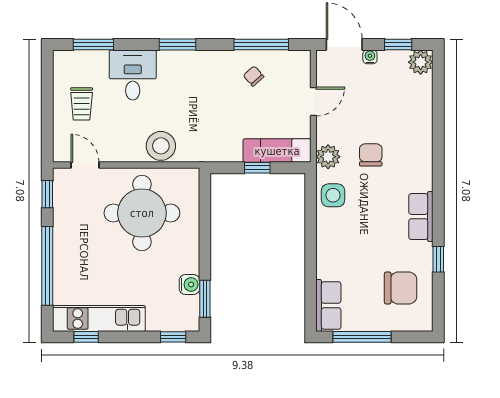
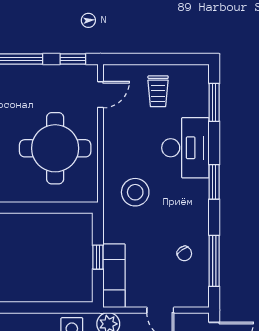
desk: (133, 75) -> (185, 148), width x1.37
chair: (253, 76) -> (184, 254), turned 97
trolley: (82, 104) -> (158, 91), turned -90
stool: (161, 146) -> (135, 192), moved

